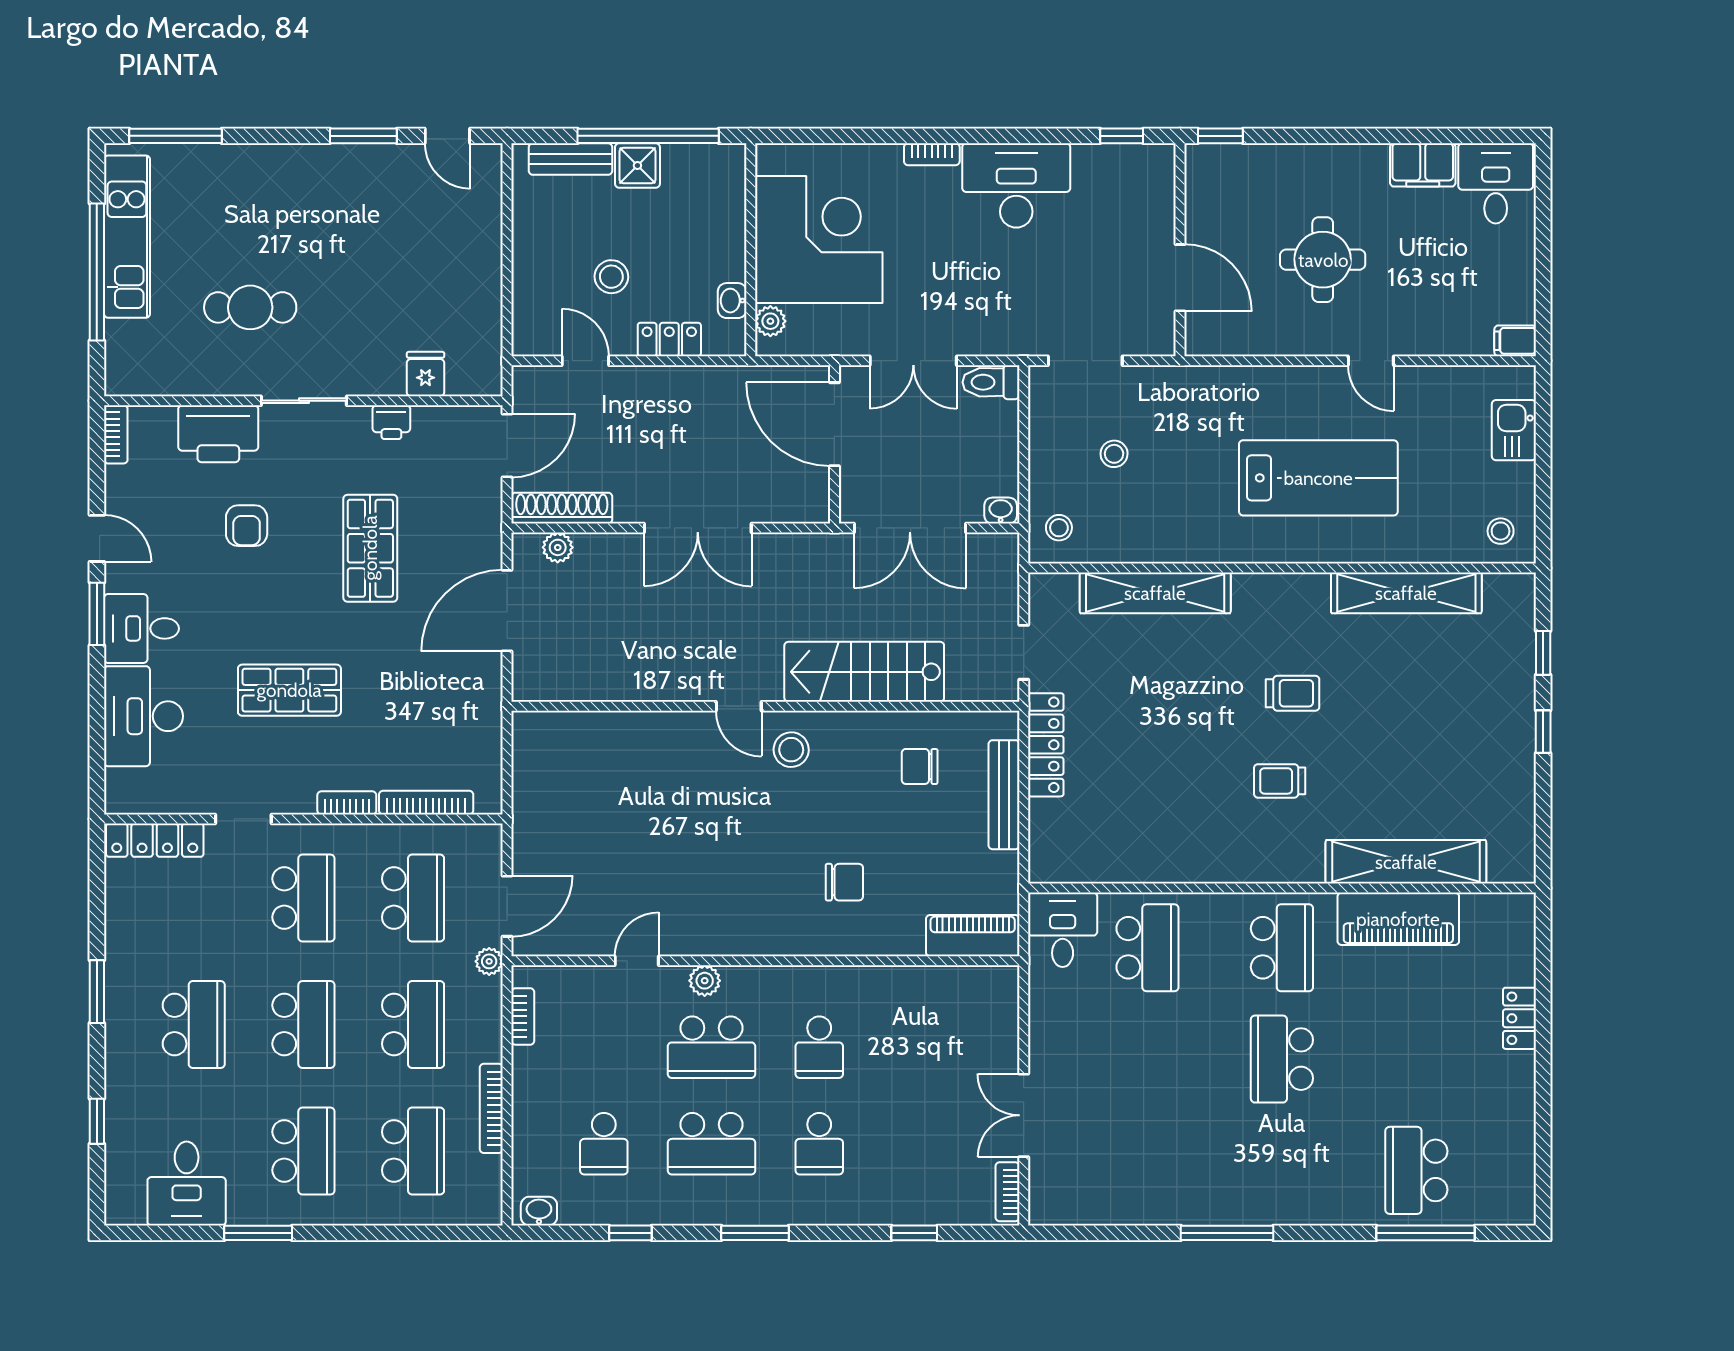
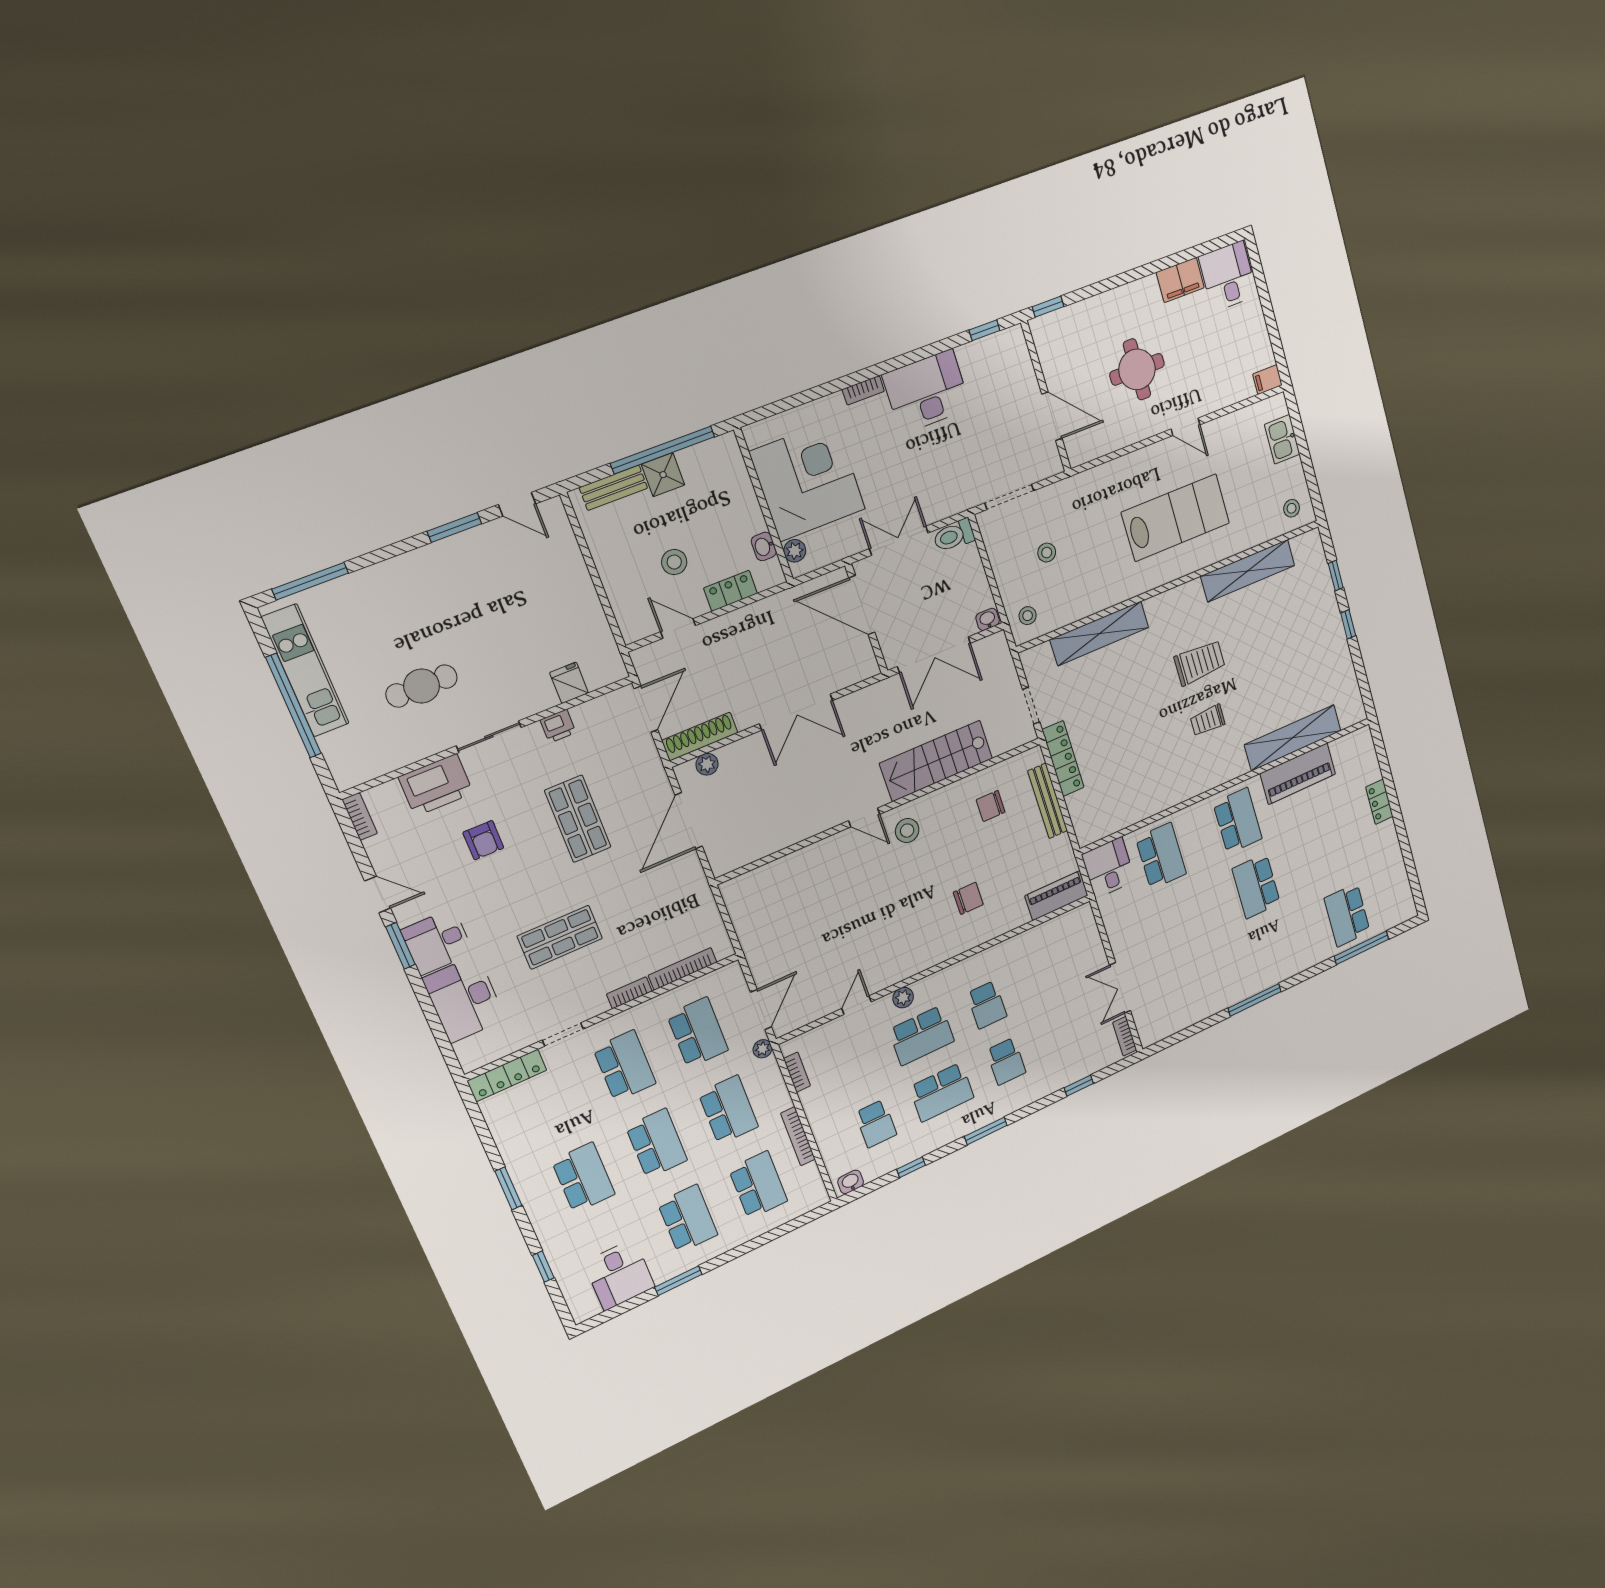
double door: (913, 361) -> (899, 541), swing flipped
trolley: (1293, 693) -> (1200, 662), width x1.36, depth x1.39

